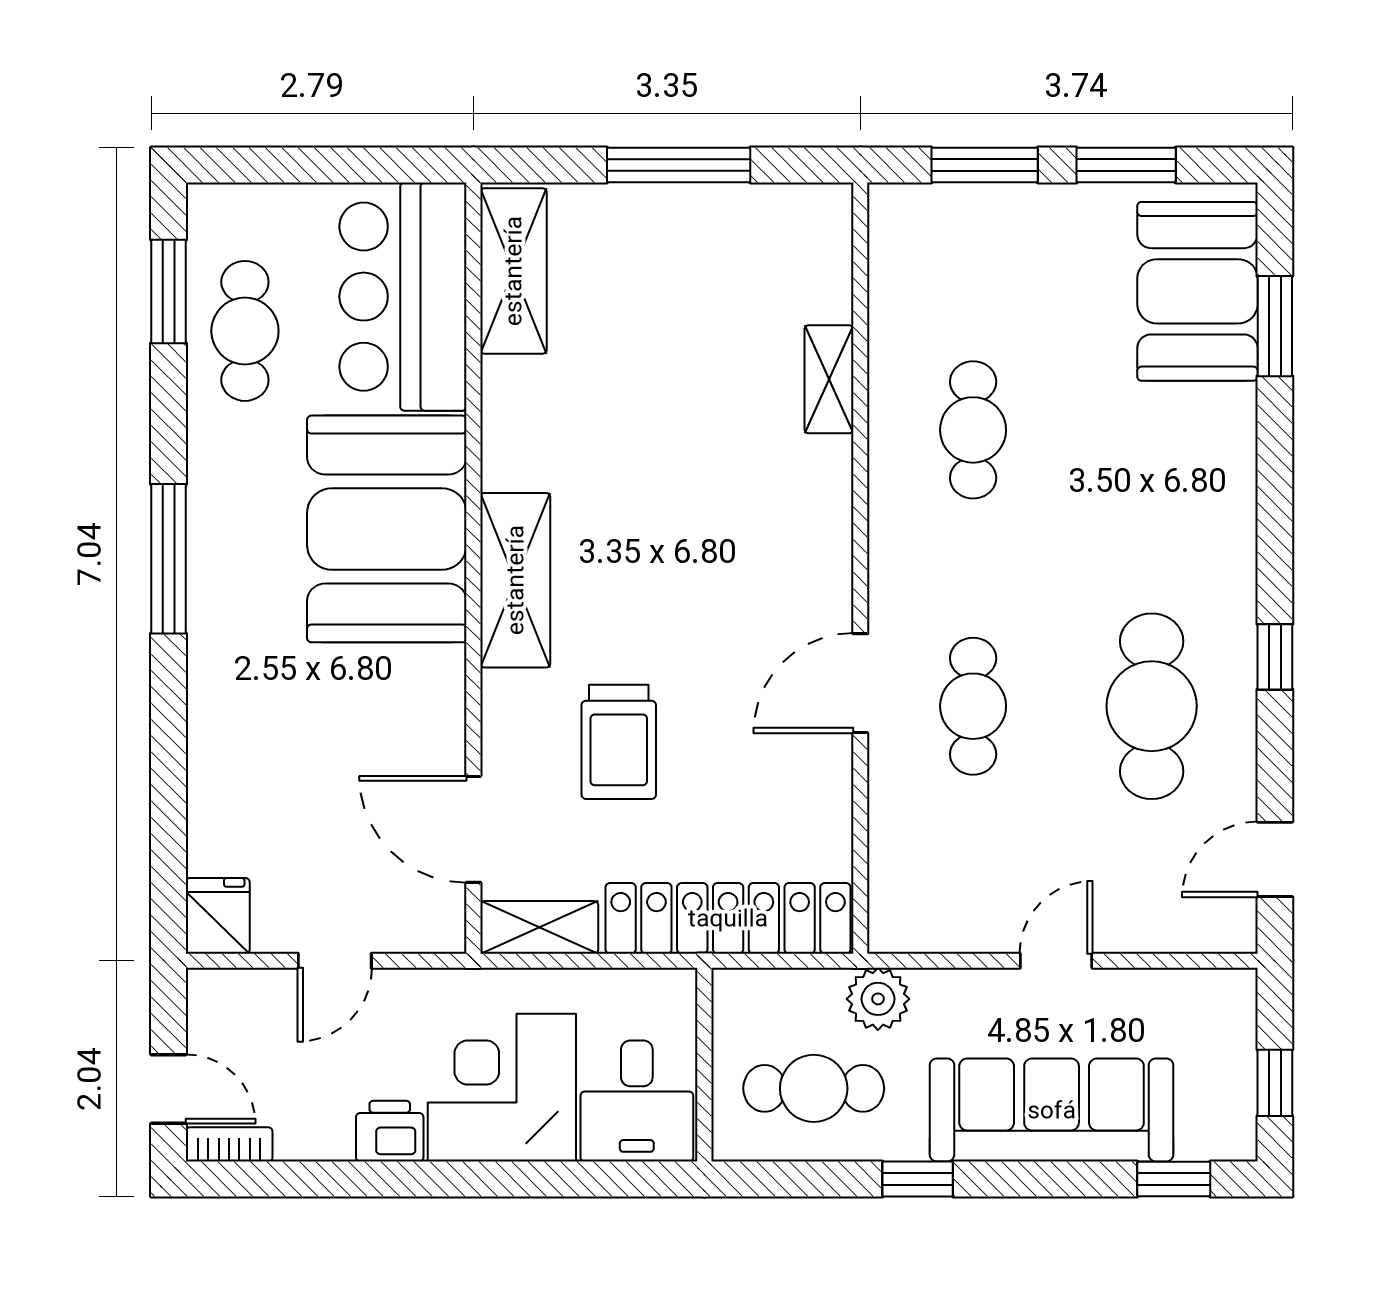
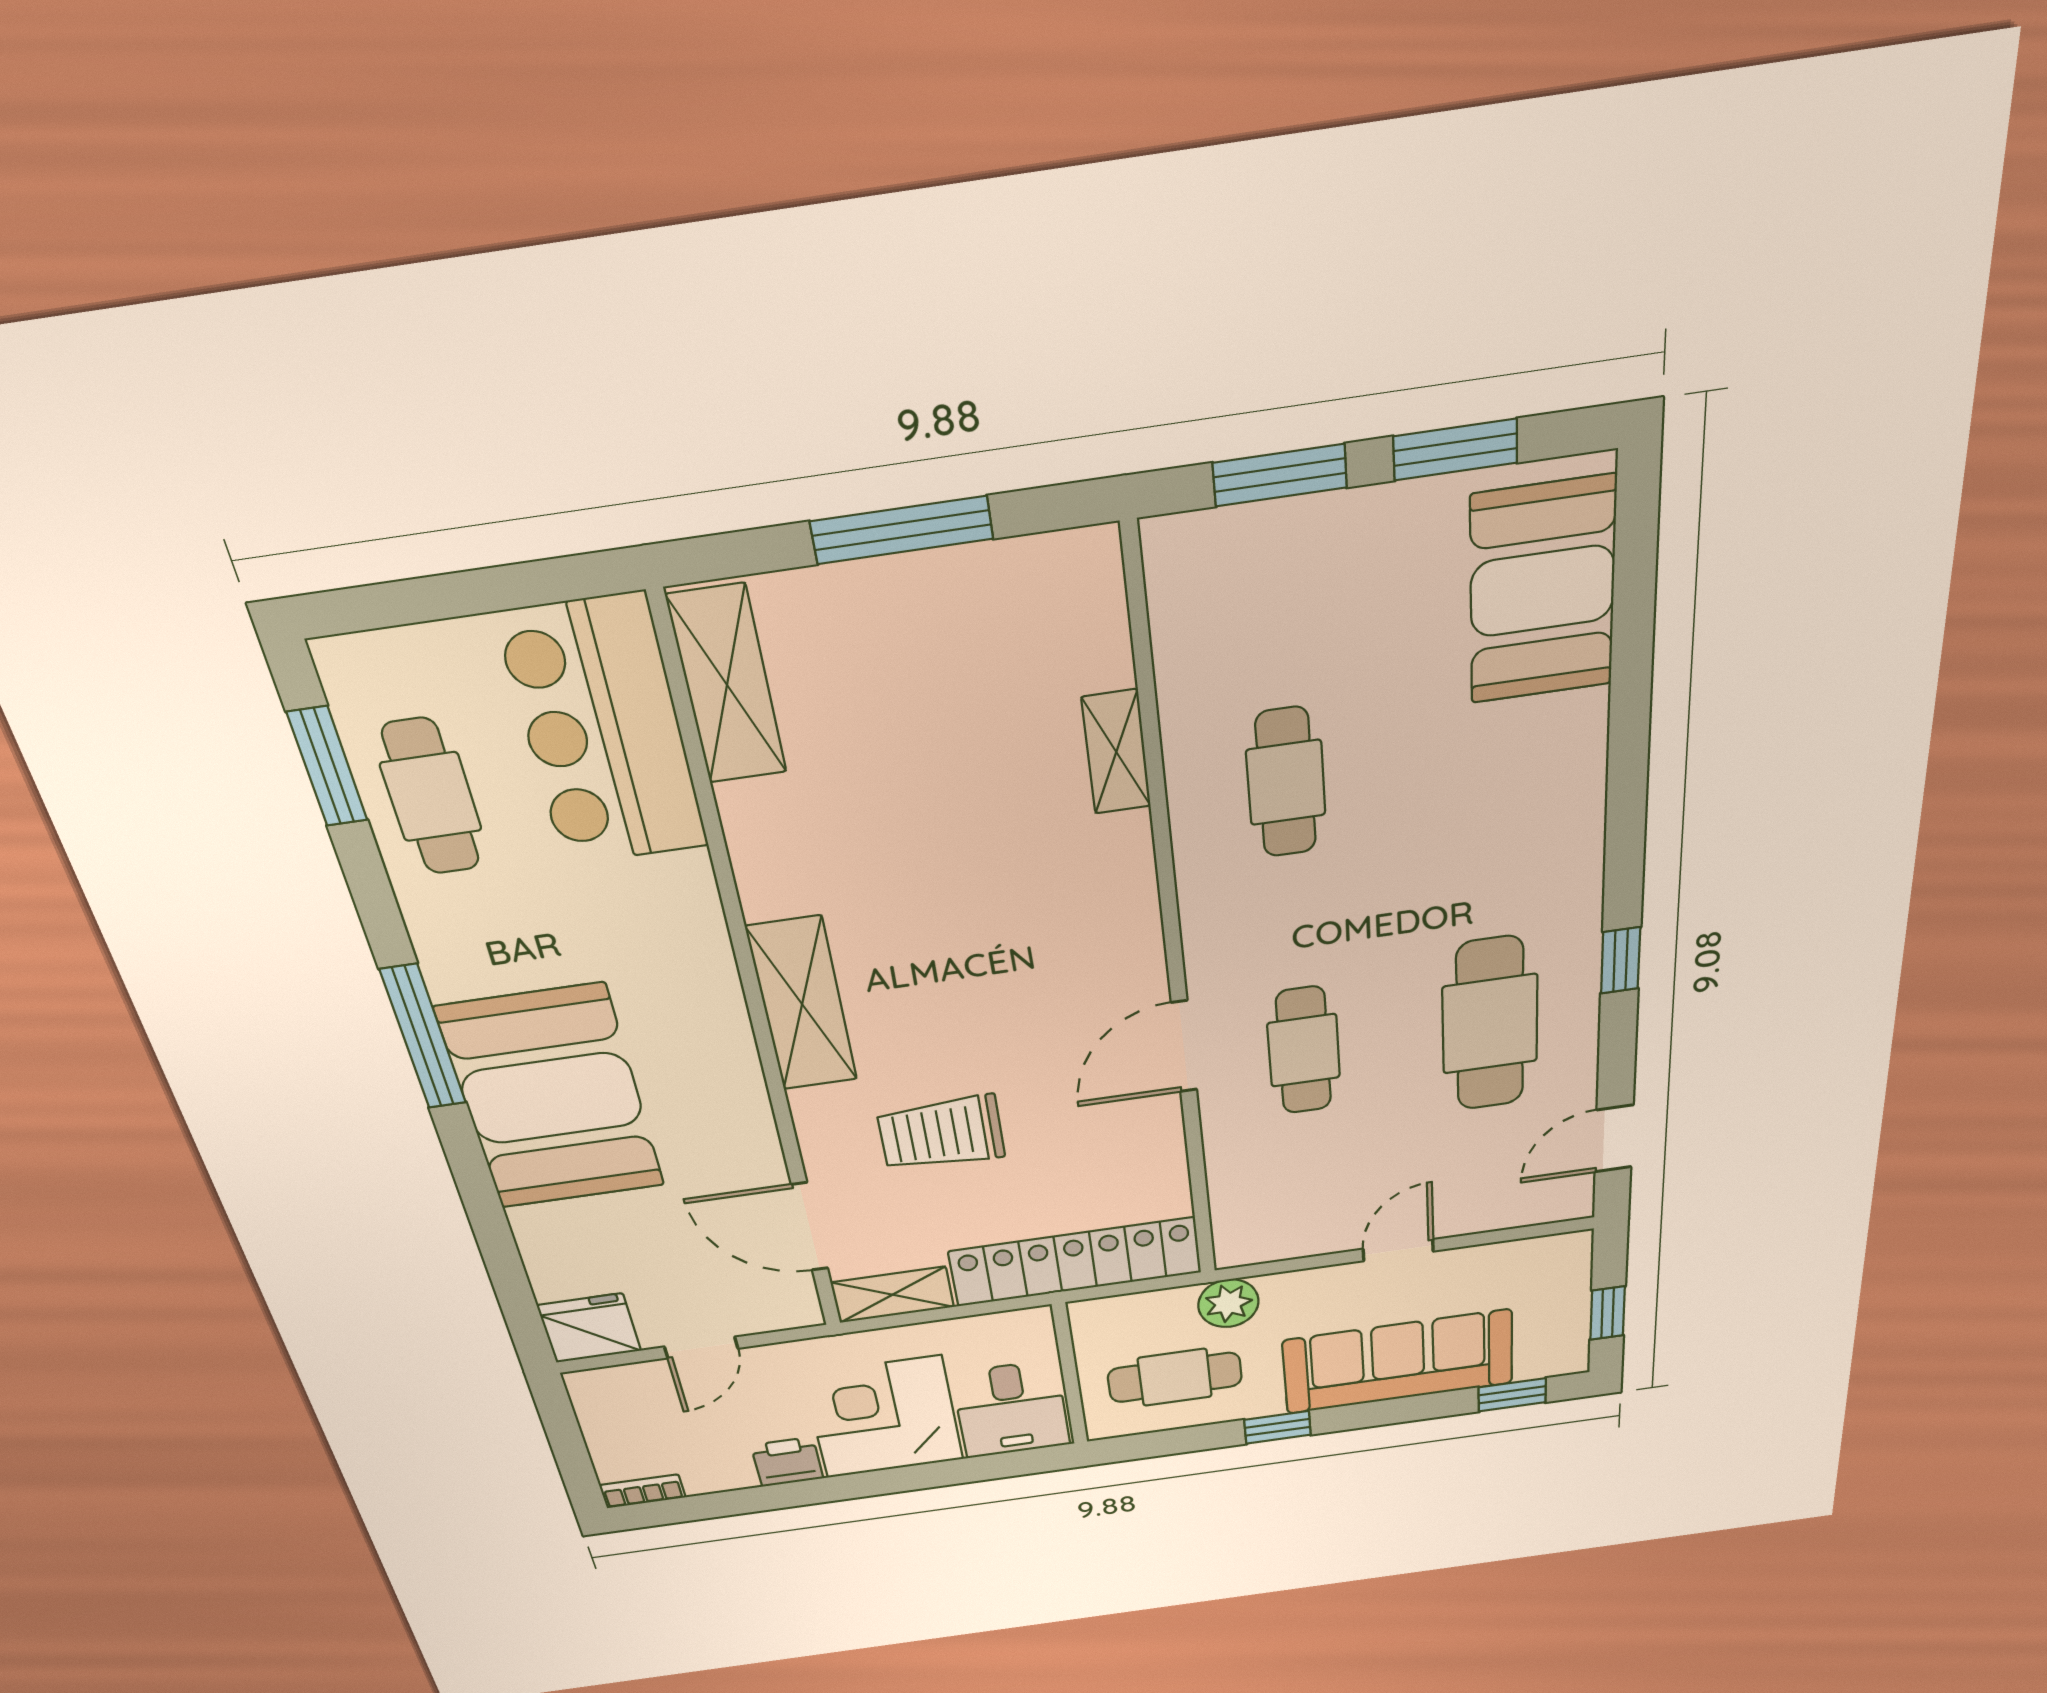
window: (1275, 326) -> (1633, 618), removed
booth: (387, 529) -> (552, 1098), moved
trolley: (619, 742) -> (941, 1133), turned 90
fridge: (218, 916) -> (589, 1328), width x1.38
door: (168, 1089) -> (574, 1461), removed

